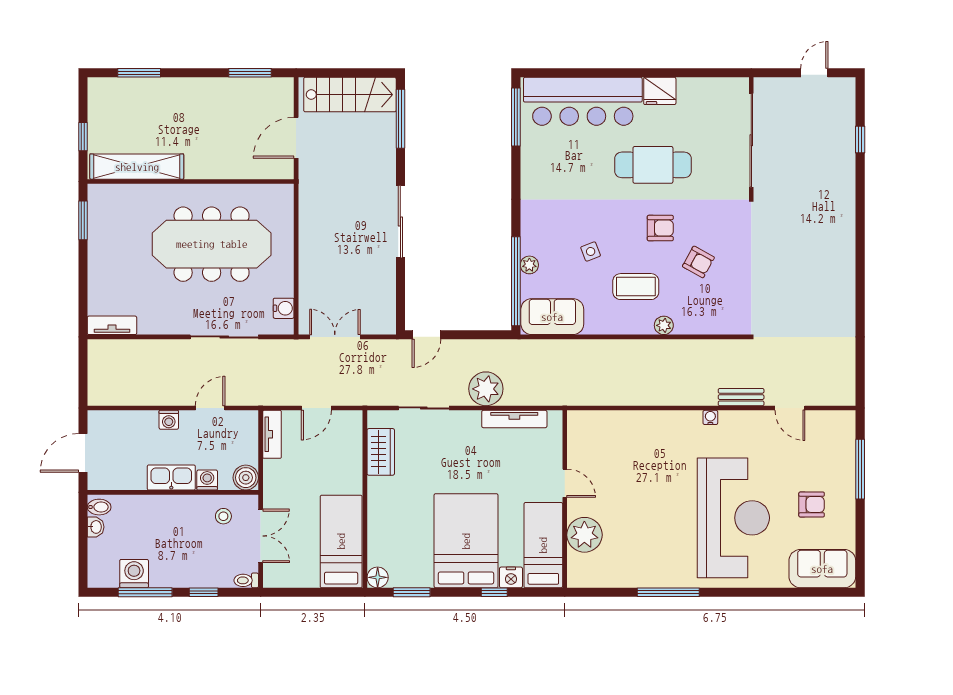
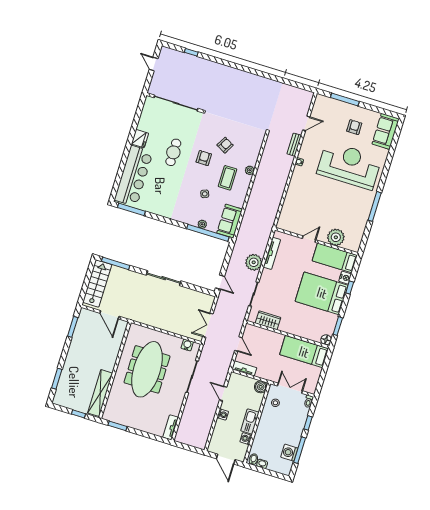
cafe table: (653, 165) -> (173, 152), width x0.73, depth x0.74
washing machine: (207, 480) -> (246, 439), moved

